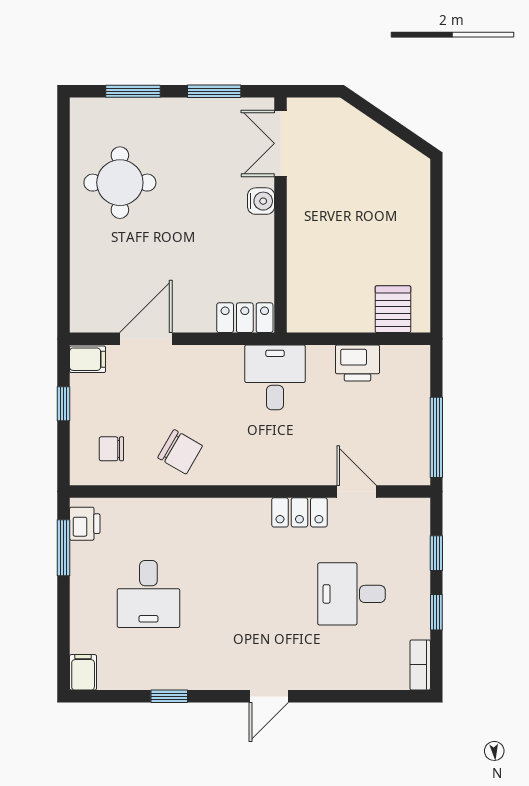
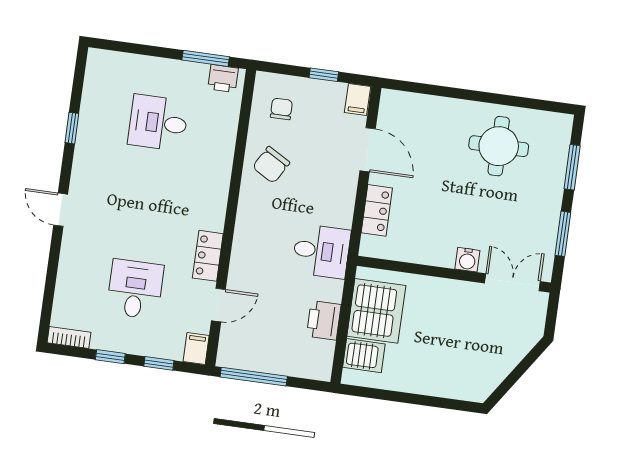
server rack: (337, 302) -> (376, 311), added
locker: (245, 318) -> (377, 210), moved
filing cabinet: (83, 672) -> (196, 349), moved, turned -90

